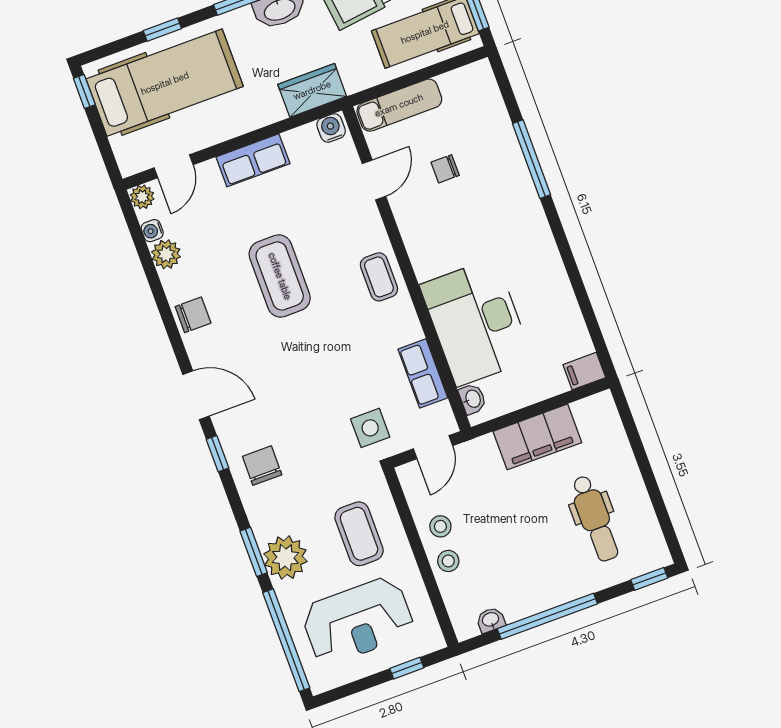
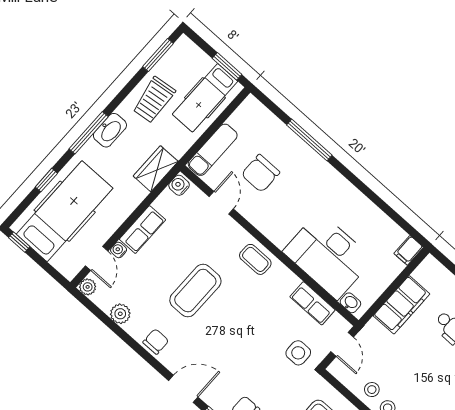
chair: (445, 169) -> (261, 173), width x1.87, depth x1.87
water cooler: (152, 231) -> (119, 250), moved, turned 90
coffee table: (280, 276) -> (195, 291), turned 90

